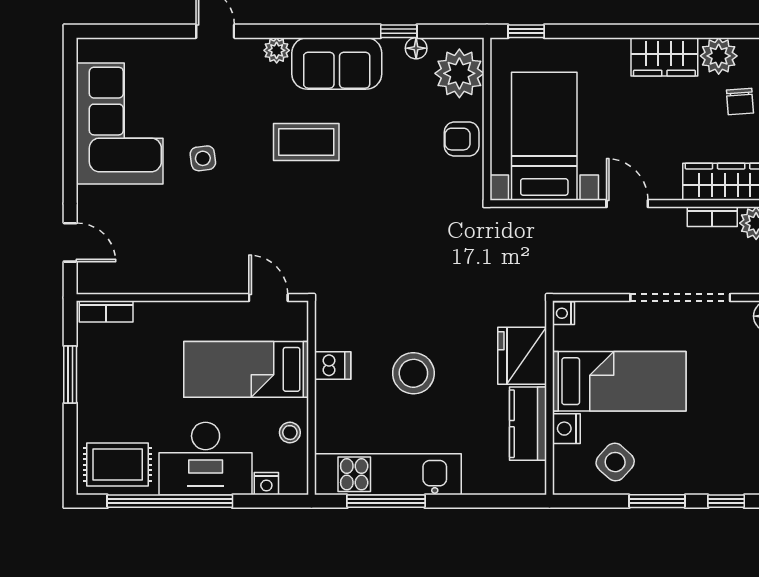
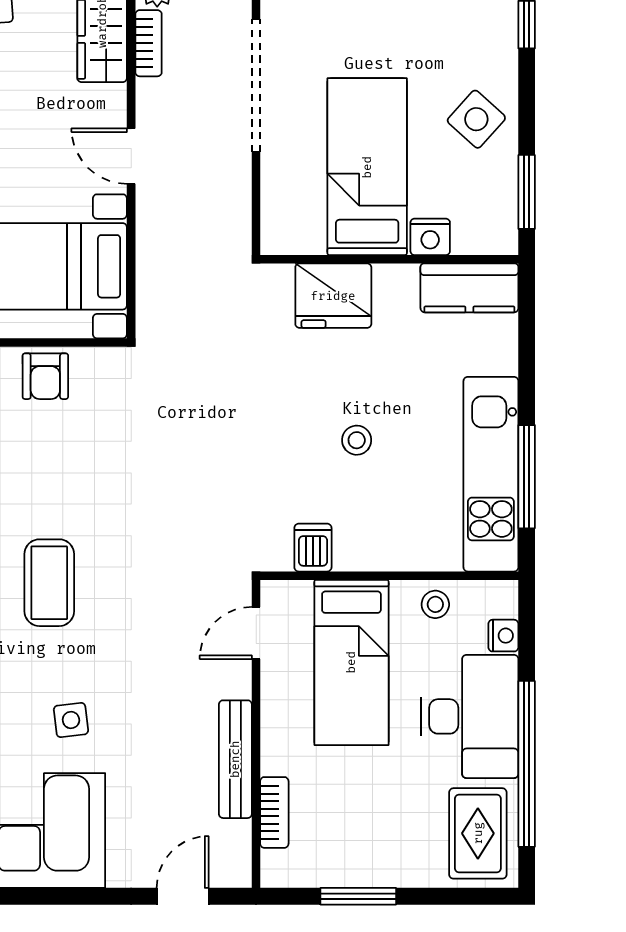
door: (627, 204) -> (131, 156), hinge flipped
bench: (173, 282) -> (235, 759), added
bookcase: (106, 311) -> (274, 812), moved
nightstand: (564, 313) -> (277, 241), removed
dishwasher: (333, 366) -> (313, 548), moved
stool: (413, 373) -> (357, 440), width x0.53, depth x0.53
kitchen counter: (528, 424) -> (469, 288), moved
side table: (615, 462) -> (476, 119), moved
window: (657, 501) -> (527, 192), moved

